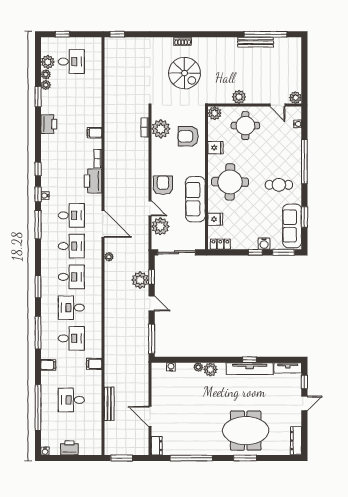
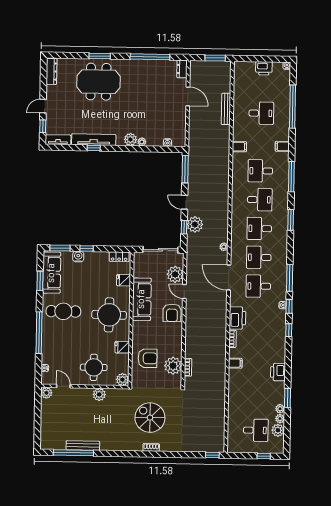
desk: (71, 62) -> (256, 430), turned 180
cafe table: (279, 185) -> (63, 311), width x1.37, depth x1.35

